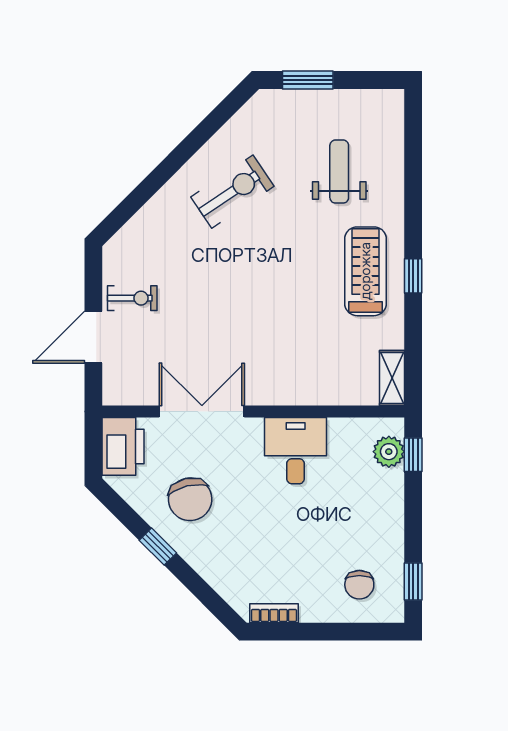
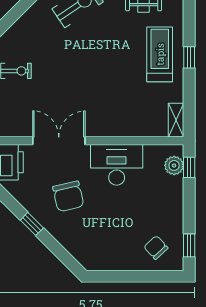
desk: (296, 451) -> (117, 165), width x1.37
chair: (190, 499) -> (68, 196), moved
chair: (359, 585) -> (156, 247), turned 137
bookcase: (274, 613) -> (103, 265), removed

